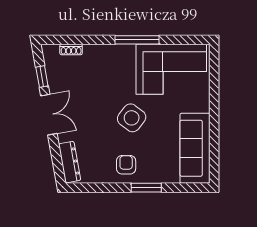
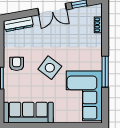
armchair: (126, 165) -> (17, 64), turned -90

